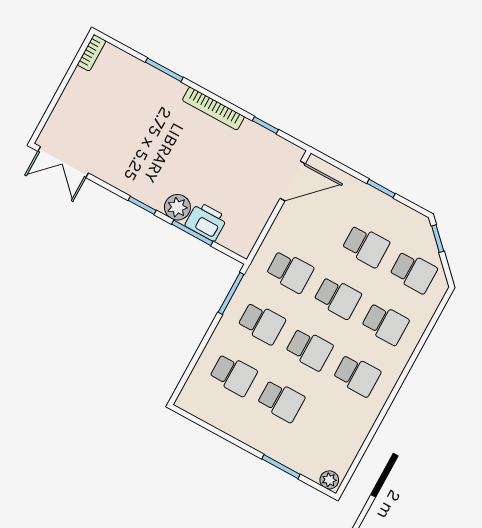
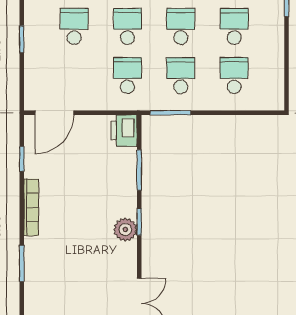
door: (293, 181) -> (54, 113), swing flipped
plant: (177, 207) -> (125, 230), moved
printer: (206, 221) -> (124, 131), moved

